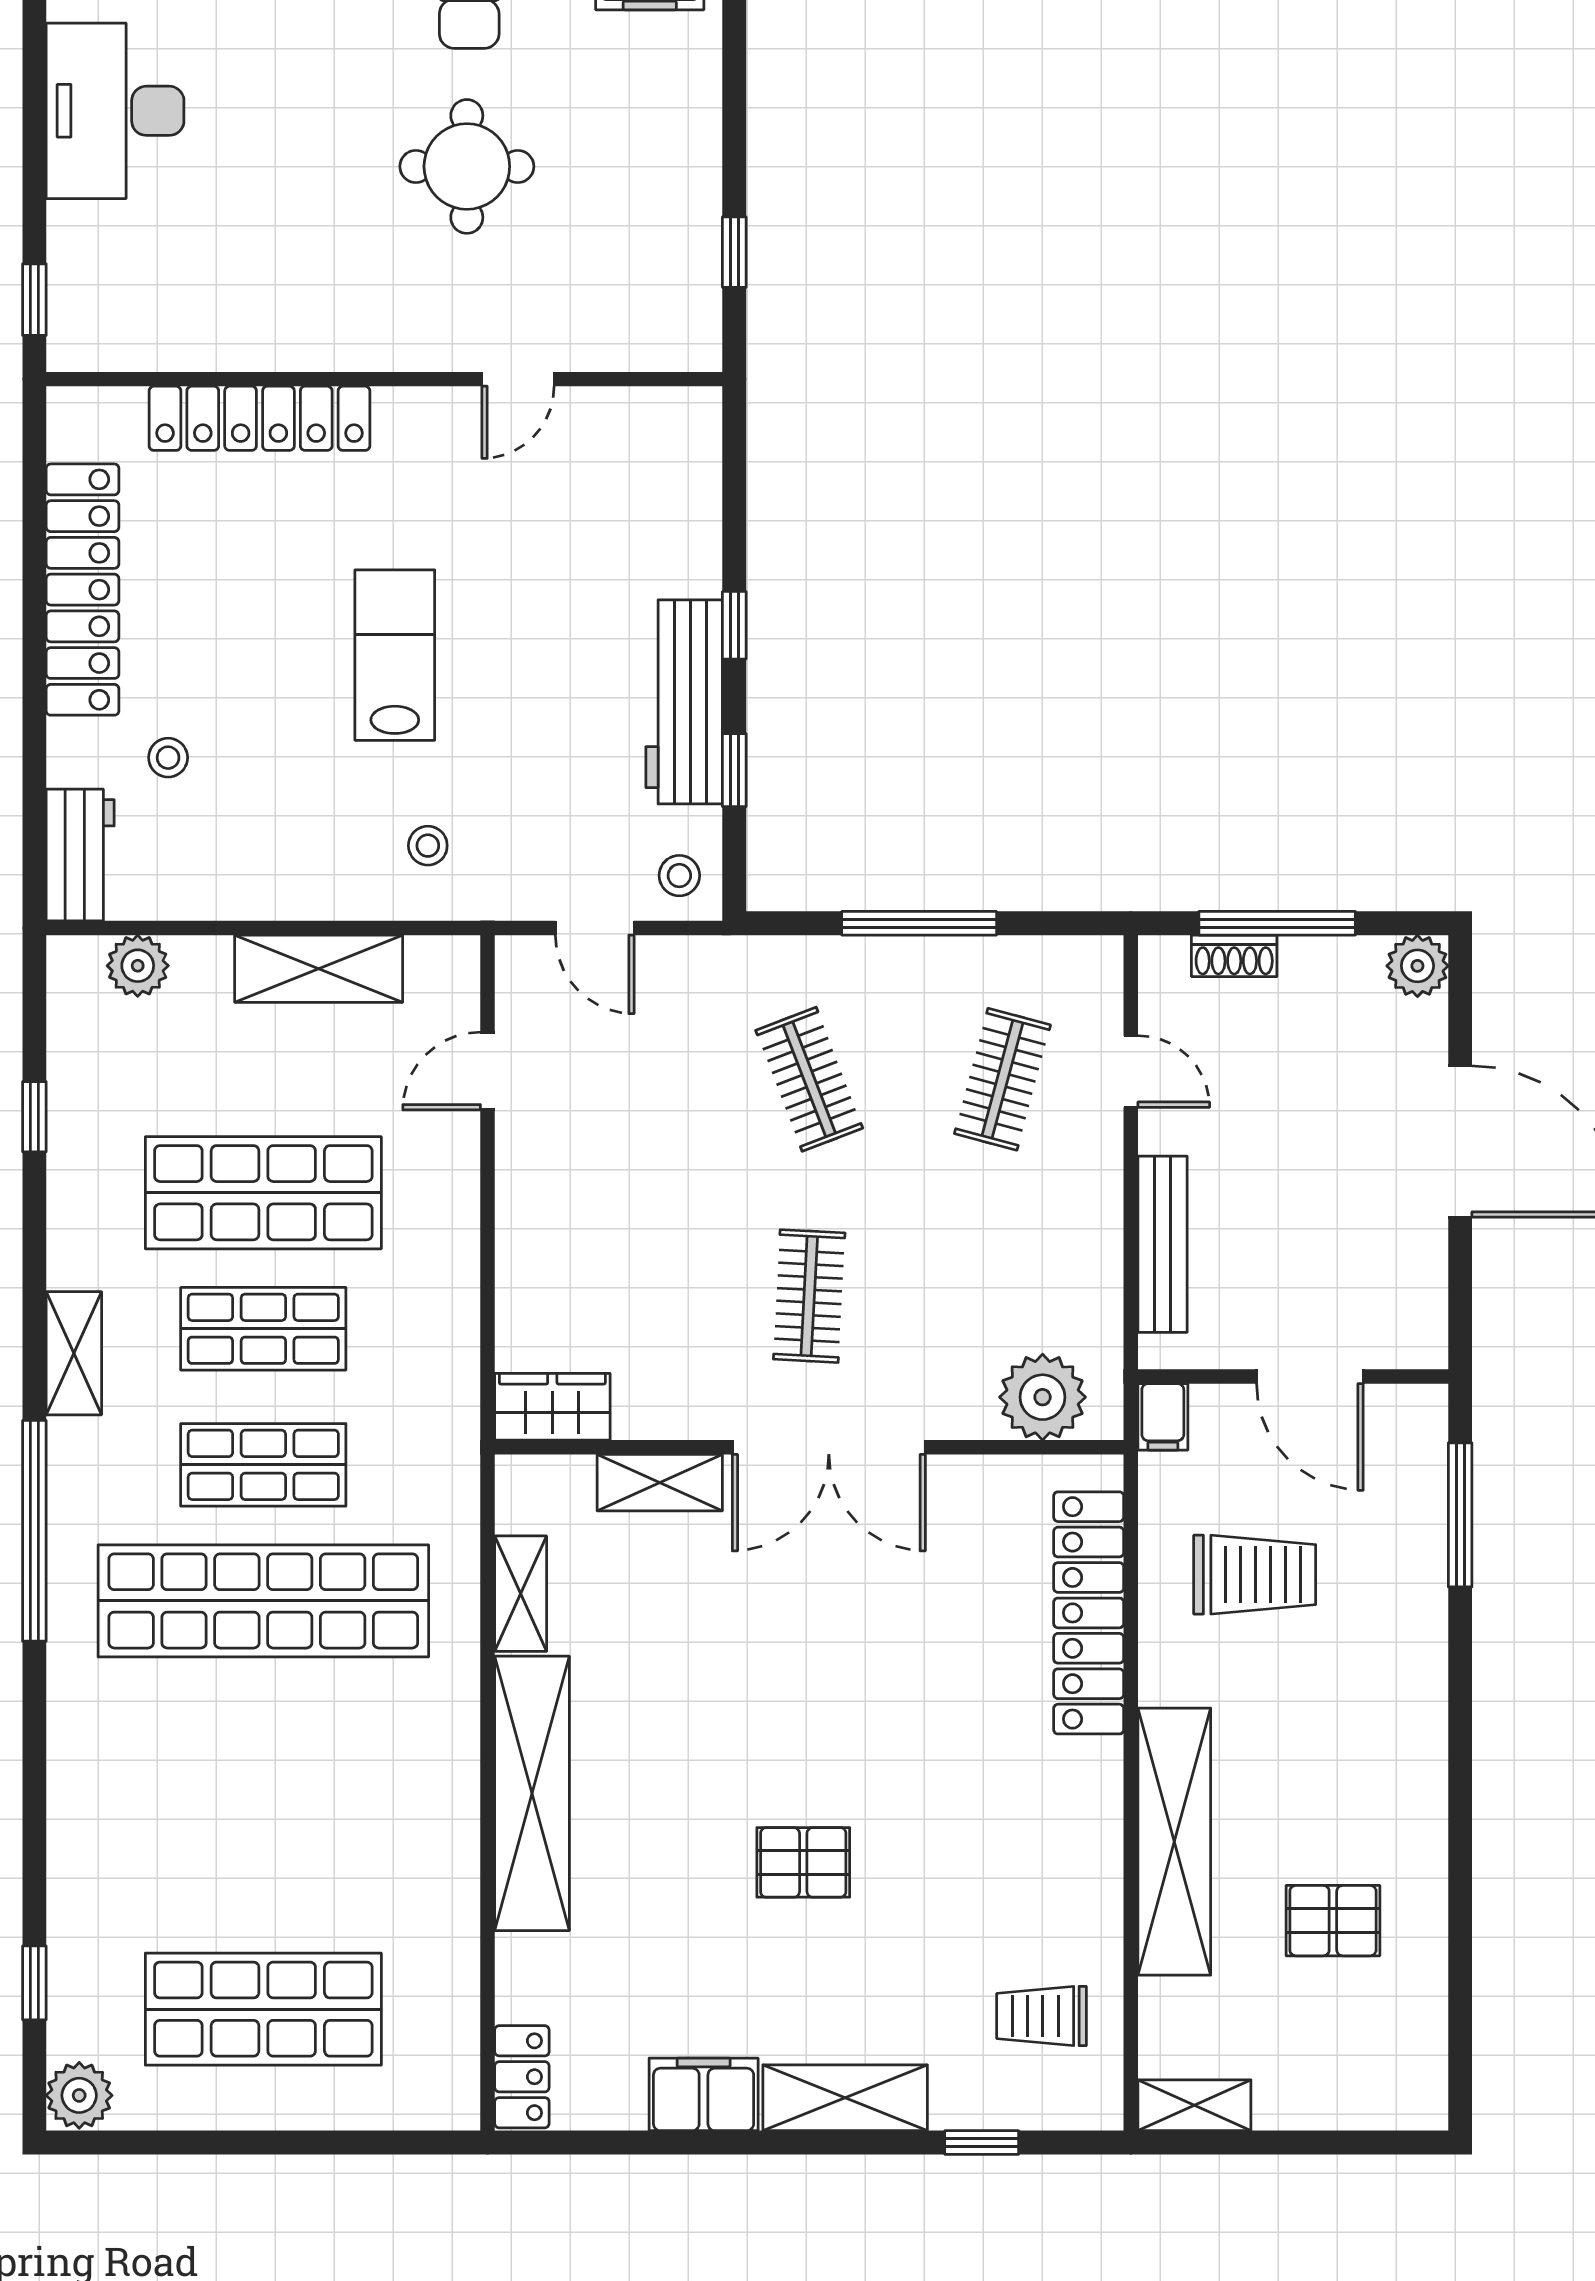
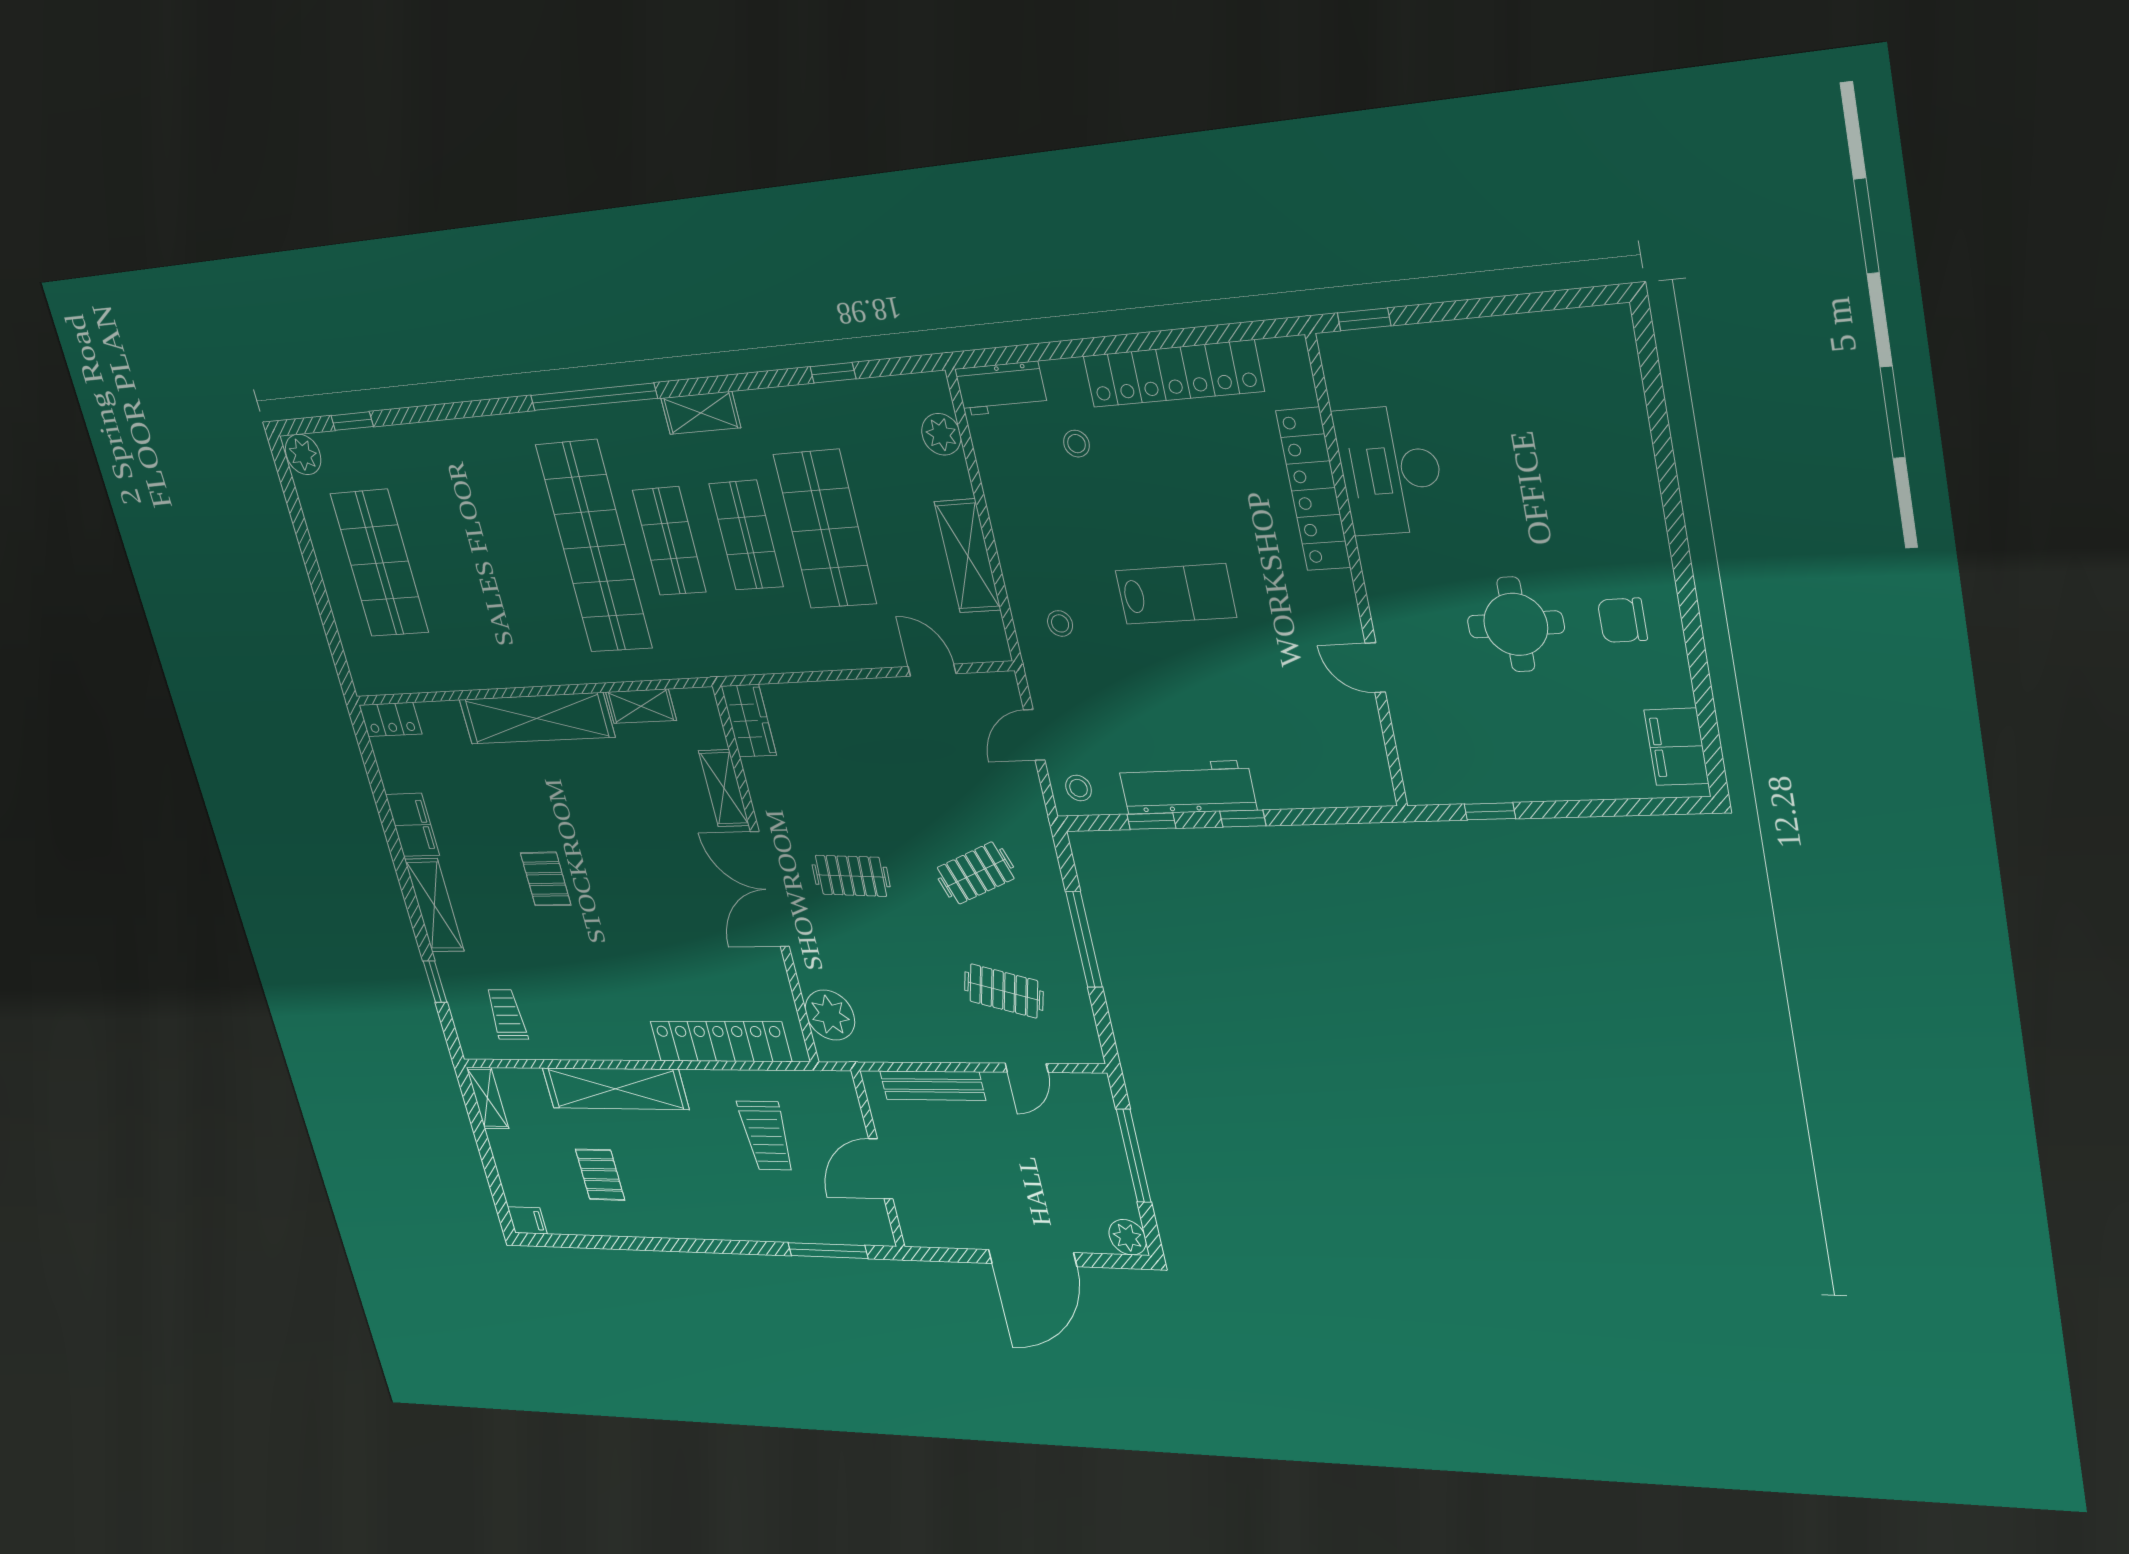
desk: (115, 111) -> (1390, 470), moved, turned -90
shoe rack: (1234, 956) -> (1109, 1130), removed
filing cabinet: (1163, 1417) -> (527, 1220), moved, turned 180

